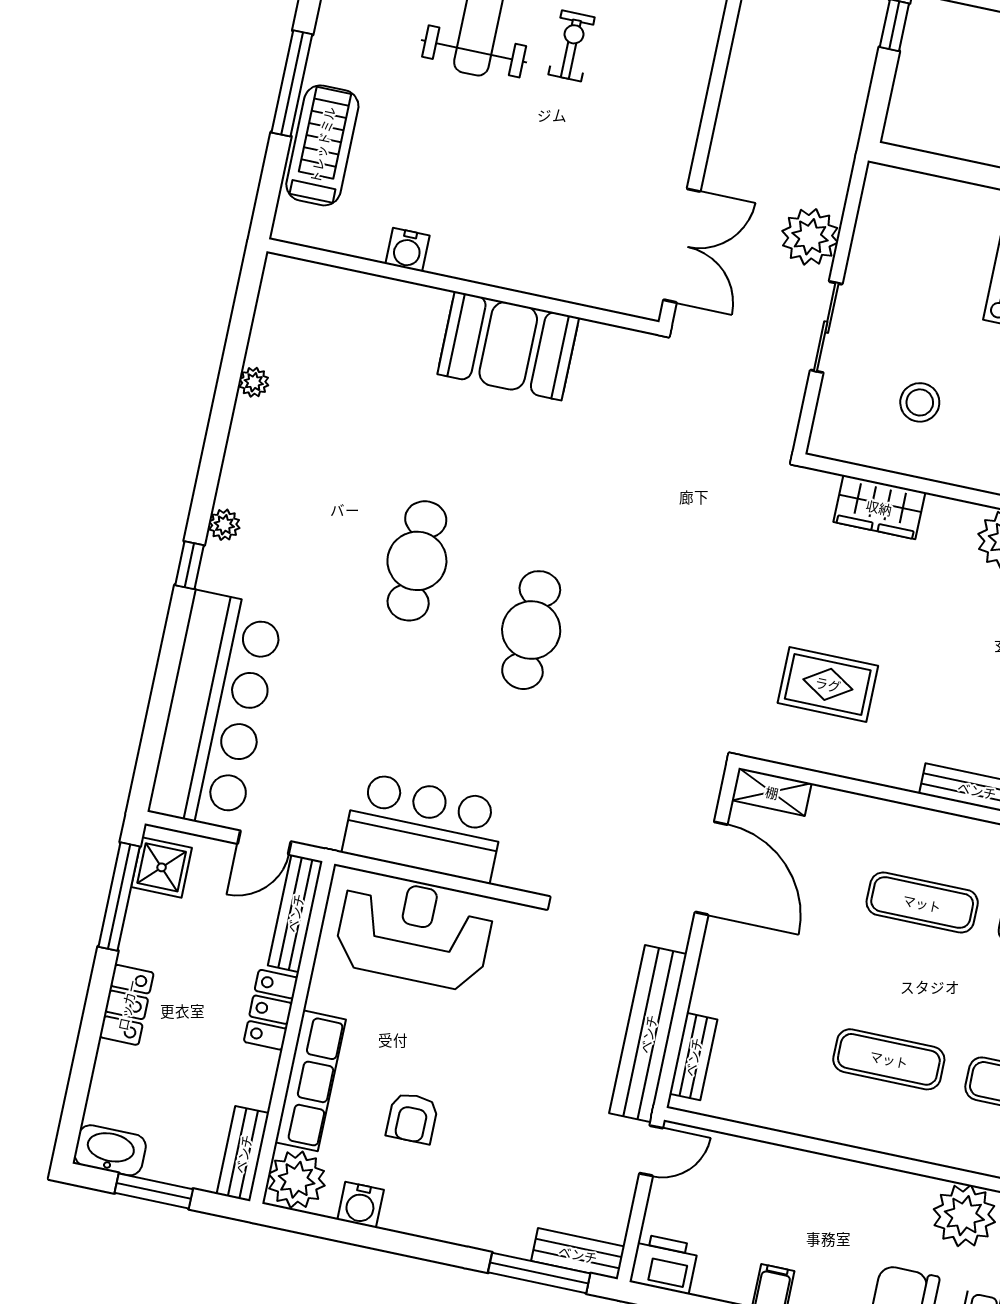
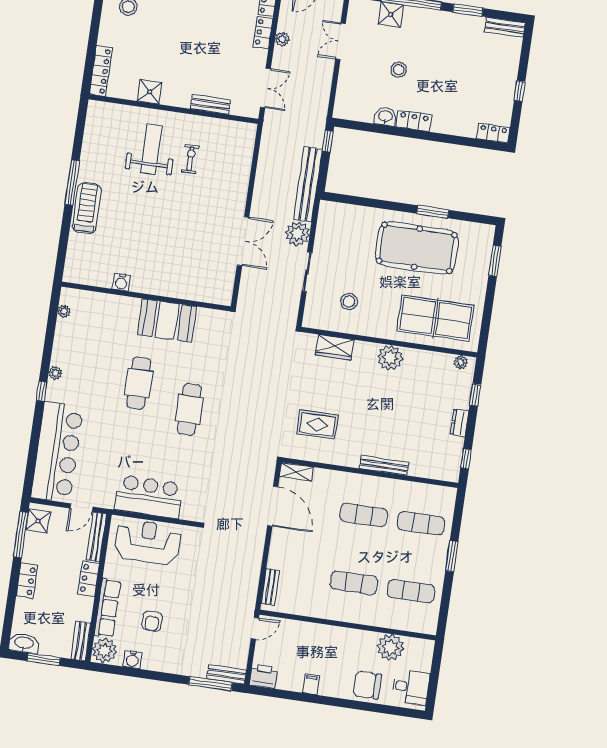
water cooler: (407, 250) -> (121, 282), moved
wall: (463, 287) -> (146, 296), moved
booth: (508, 346) -> (167, 321), moved
bench: (648, 1034) -> (308, 184), moved

